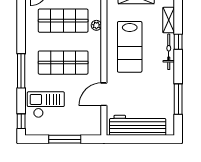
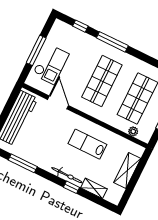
plant: (96, 25) -> (133, 131), moved
lab bench: (130, 47) -> (87, 144), width x0.73, depth x0.72
checkout: (46, 105) -> (51, 64), moved
window: (21, 121) -> (80, 26), moved

